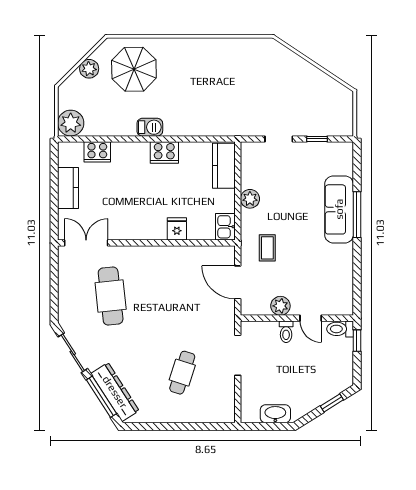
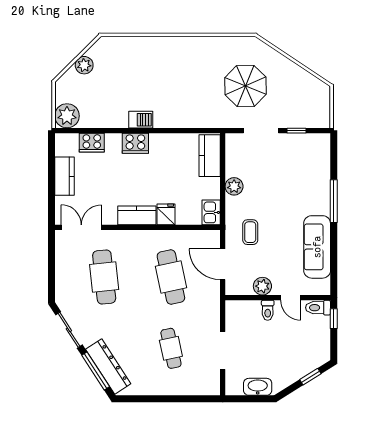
parasol: (134, 69) -> (245, 86), moved
doorway: (279, 139) -> (261, 131), width x1.38
cooker: (164, 153) -> (135, 143), moved
sofa: (339, 209) -> (317, 247), moved
kitchen counter: (146, 230) -> (137, 215), added
cafe table: (182, 296) -> (171, 277), added
doorway: (238, 355) -> (223, 350), moved
cafe table: (182, 373) -> (171, 348), turned -30

